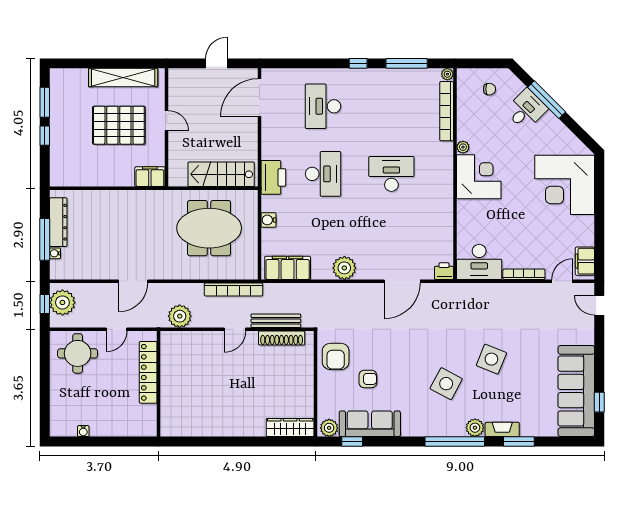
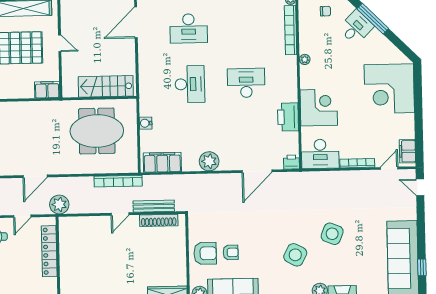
desk: (323, 106) -> (189, 28), turned -90
printer: (273, 177) -> (288, 117), moved, turned 180
corner desk: (479, 177) -> (319, 108), moved
plant: (180, 316) -> (59, 205), moved
armchair: (336, 356) -> (205, 253), moved, turned -90

